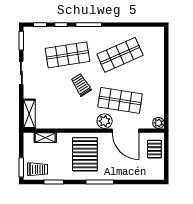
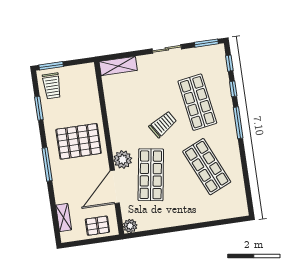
shelving: (45, 138) -> (64, 217), moved

